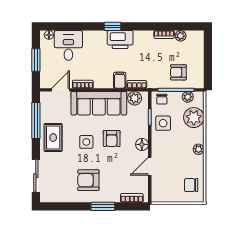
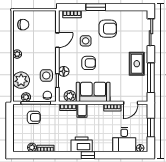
sofa: (99, 103) -> (93, 92), width x0.73
armchair: (112, 138) -> (89, 63), turned 90
side table: (86, 142) -> (86, 41), moved
floor lamp: (142, 144) -> (64, 71), moved

